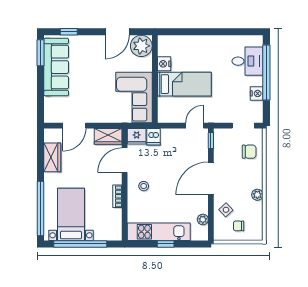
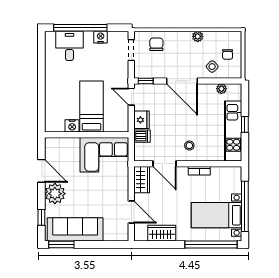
plant: (141, 46) -> (55, 194), moved
fridge: (137, 136) -> (142, 120), moved

